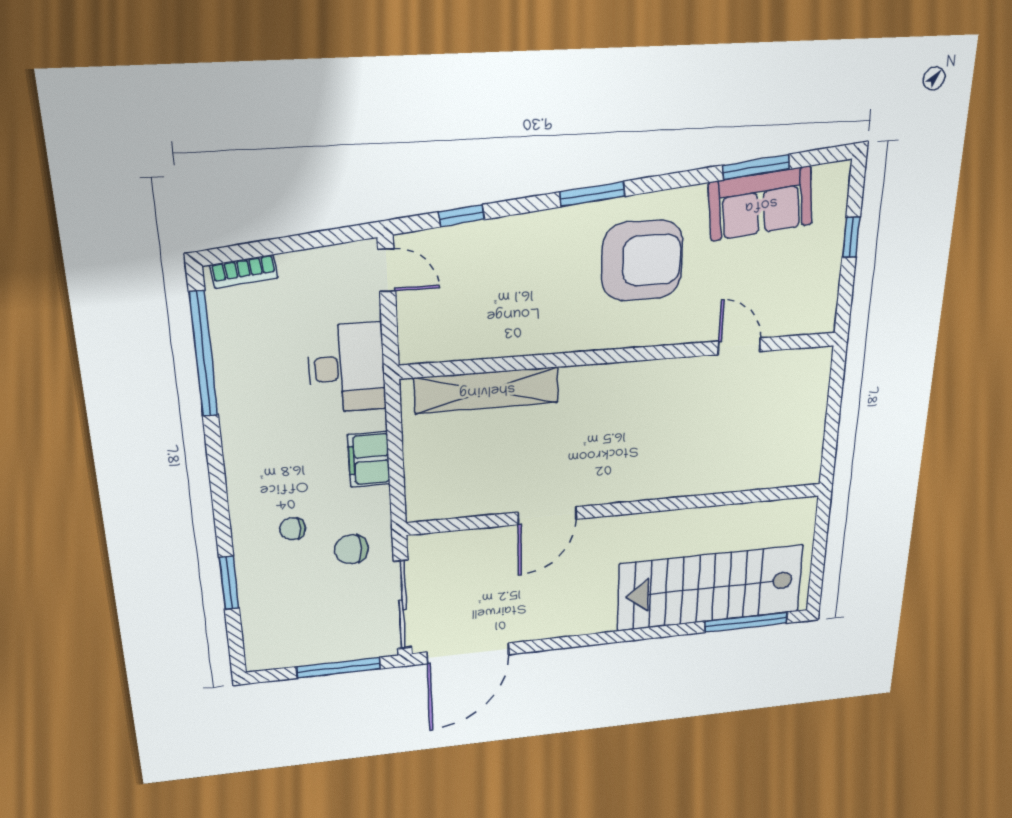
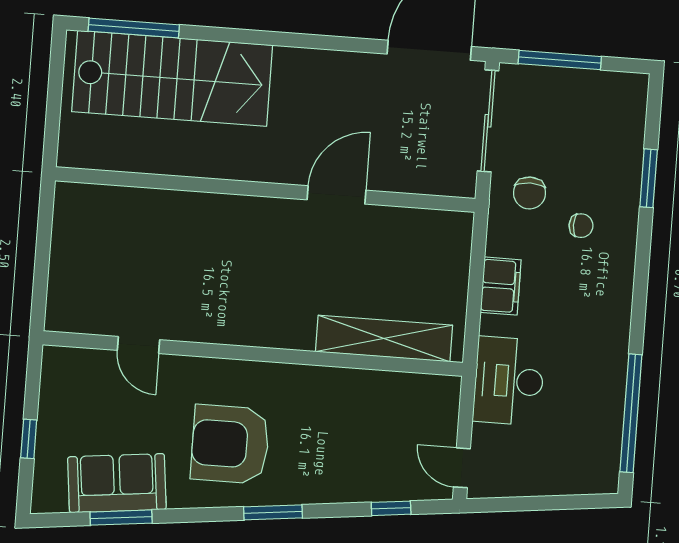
bookcase: (244, 271) -> (584, 484), removed
chair: (351, 549) -> (529, 193), turned 90

